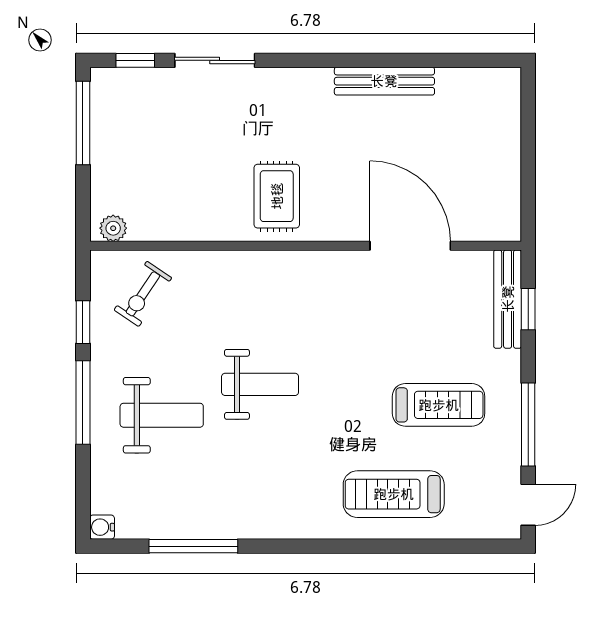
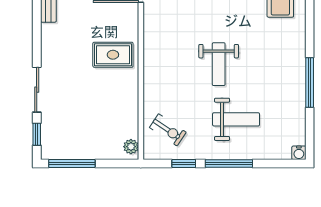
weight bench: (260, 384) -> (219, 64), turned 180
weight bench: (162, 415) -> (236, 119), turned 90
window: (193, 546) -> (310, 82), moved

